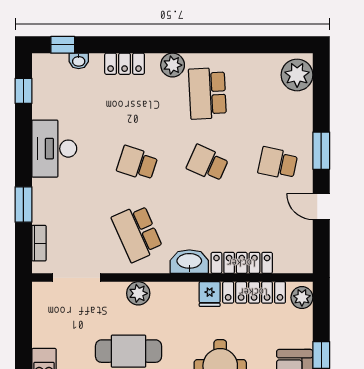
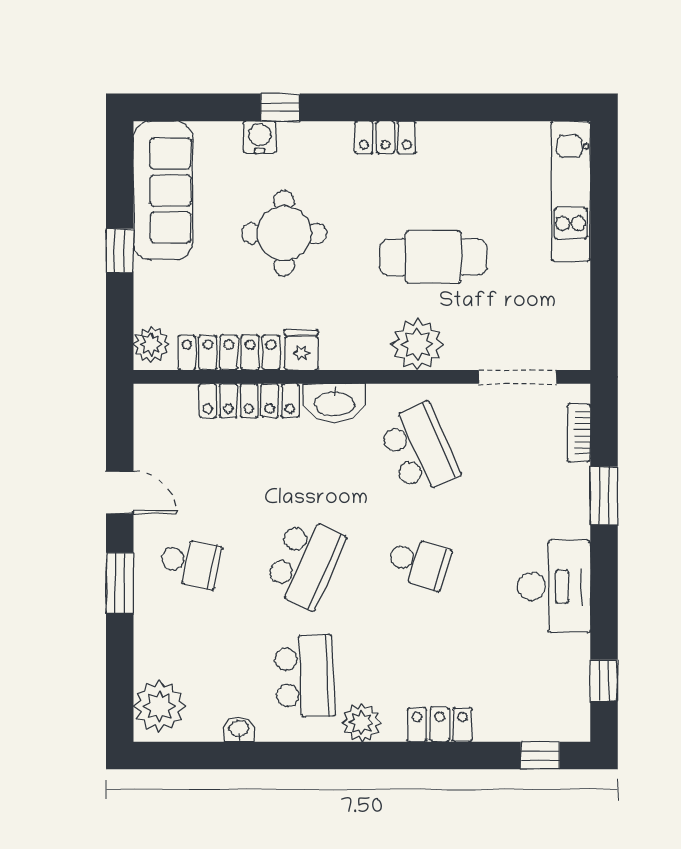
washbasin: (79, 61) -> (239, 729), moved
school desk: (207, 163) -> (305, 563), width x1.85
plant: (138, 293) -> (417, 344), width x1.36, depth x1.36

